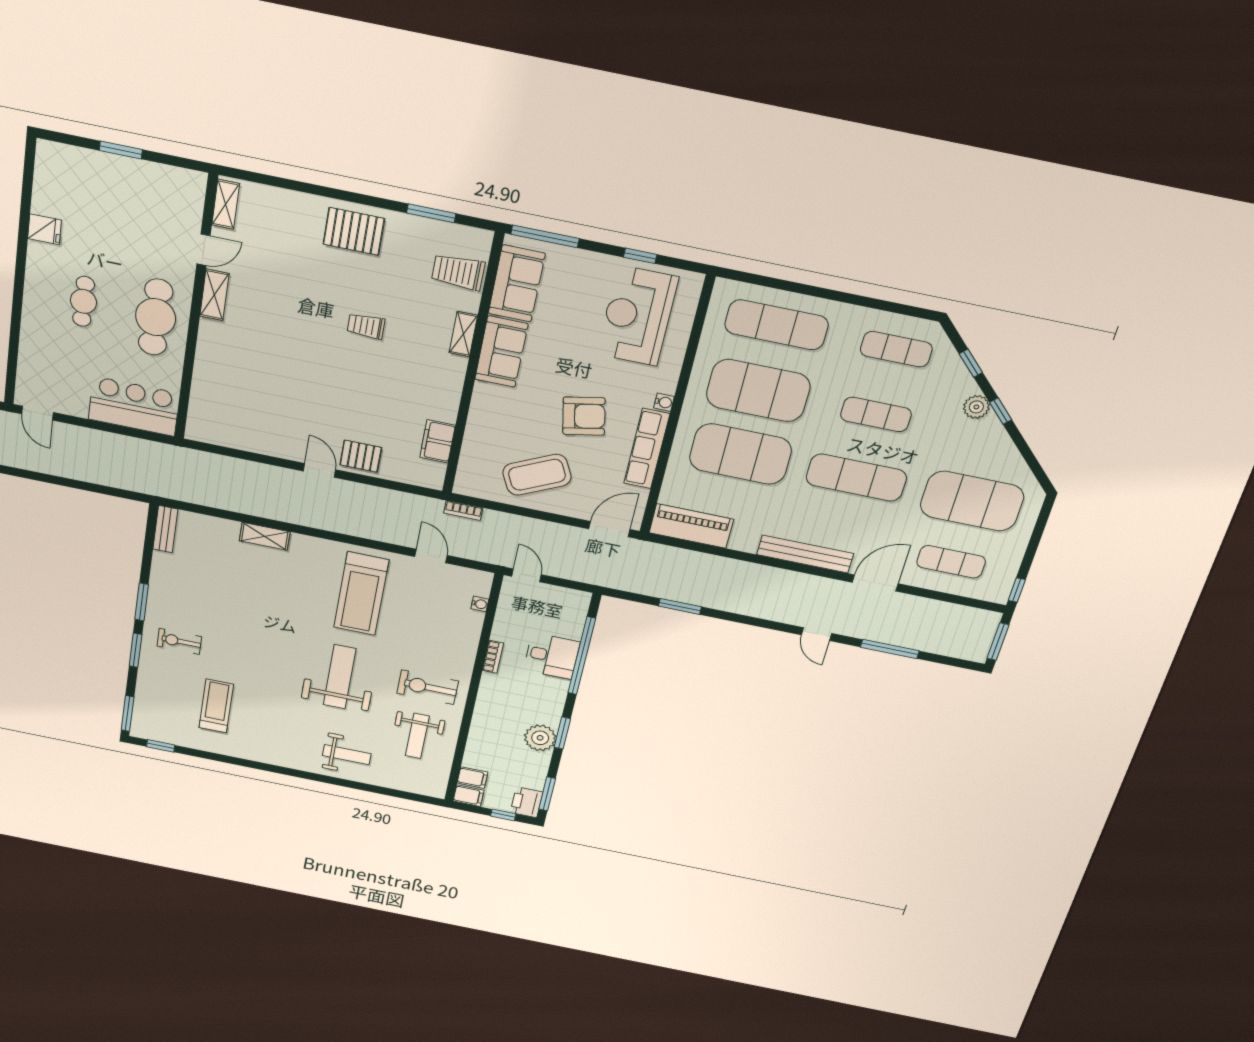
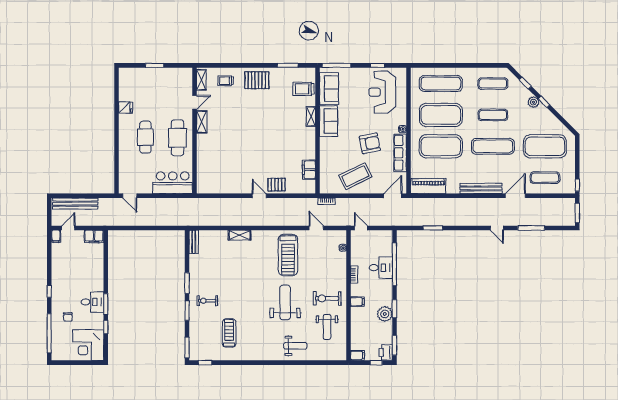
cafe table: (84, 301) -> (145, 137), width x1.37, depth x1.35
trolley: (366, 326) -> (226, 81), moved
filing cabinet: (472, 778) -> (357, 302), moved

